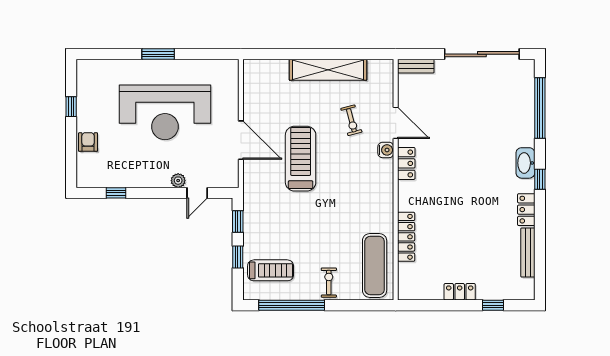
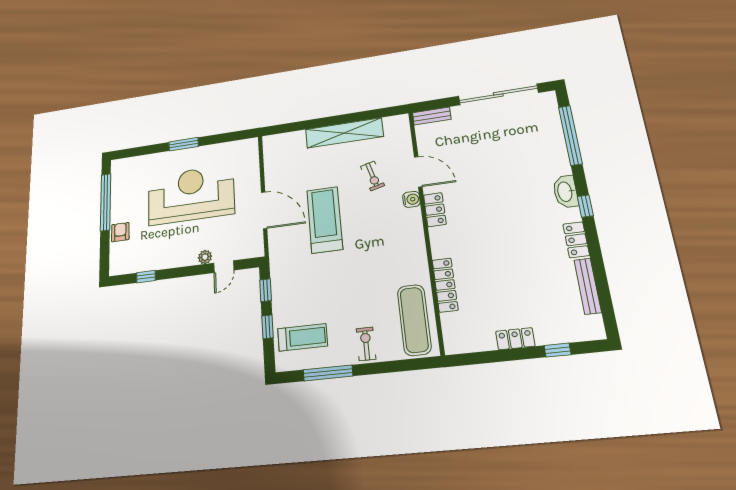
window: (71, 107) -> (106, 202), width x3.17
reception desk: (165, 112) -> (191, 195), turned 180
window: (292, 305) -> (328, 373), width x0.68

